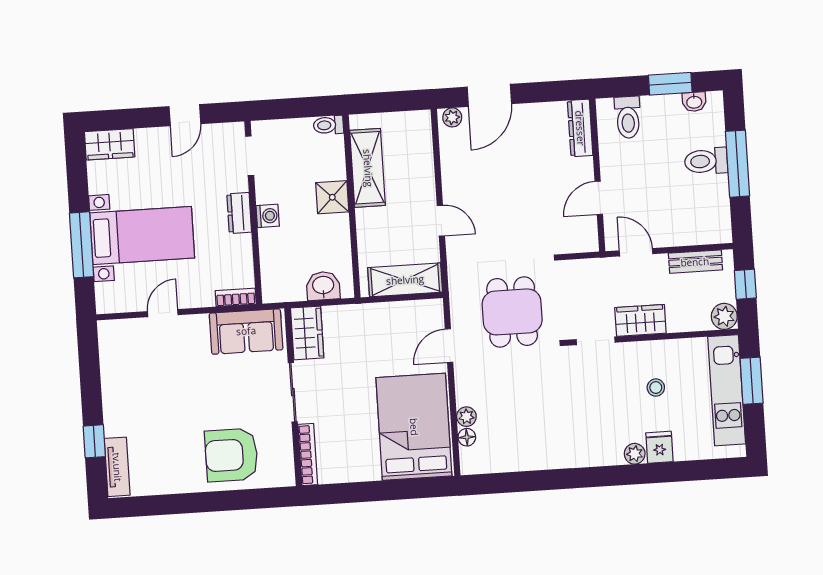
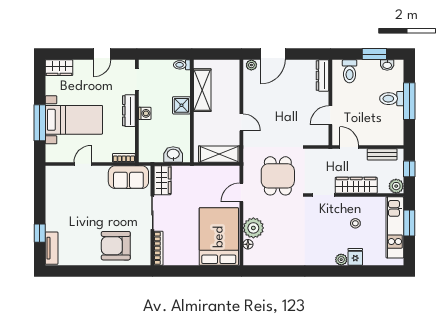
dresser: (239, 213) -> (129, 111), width x1.44
wardrobe: (640, 320) -> (356, 185), width x1.50
plant: (466, 417) -> (253, 228), width x1.88, depth x1.88

